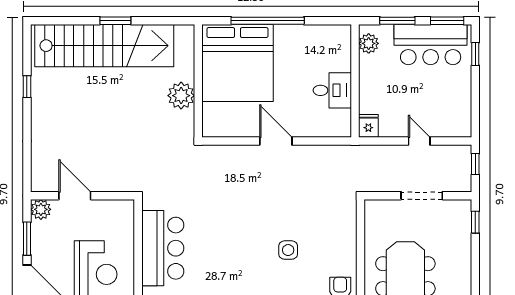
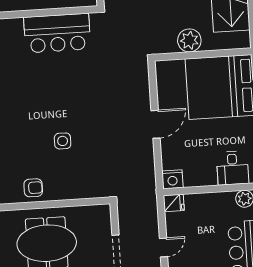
desk: (332, 90) -> (233, 168), moved
nightstand: (341, 126) -> (172, 179), added

